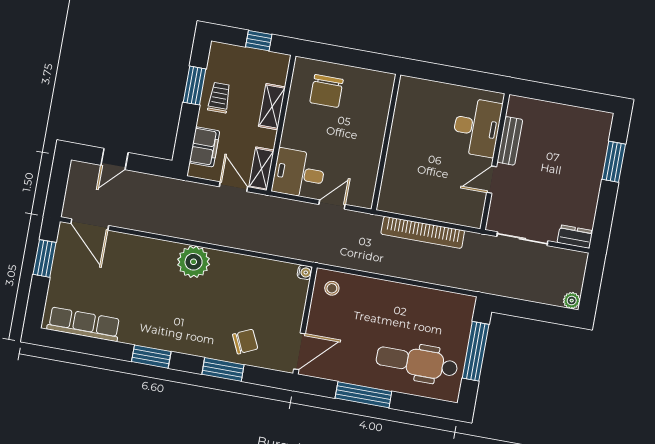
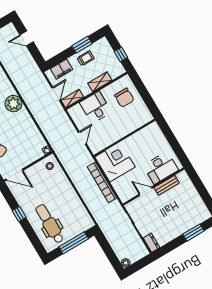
chair: (327, 91) -> (124, 98), turned -90
desk: (299, 173) -> (96, 107), moved
corner desk: (409, 187) -> (115, 162), added
door: (332, 204) -> (82, 138), hinge flipped
window: (363, 395) -> (19, 214), width x0.46

